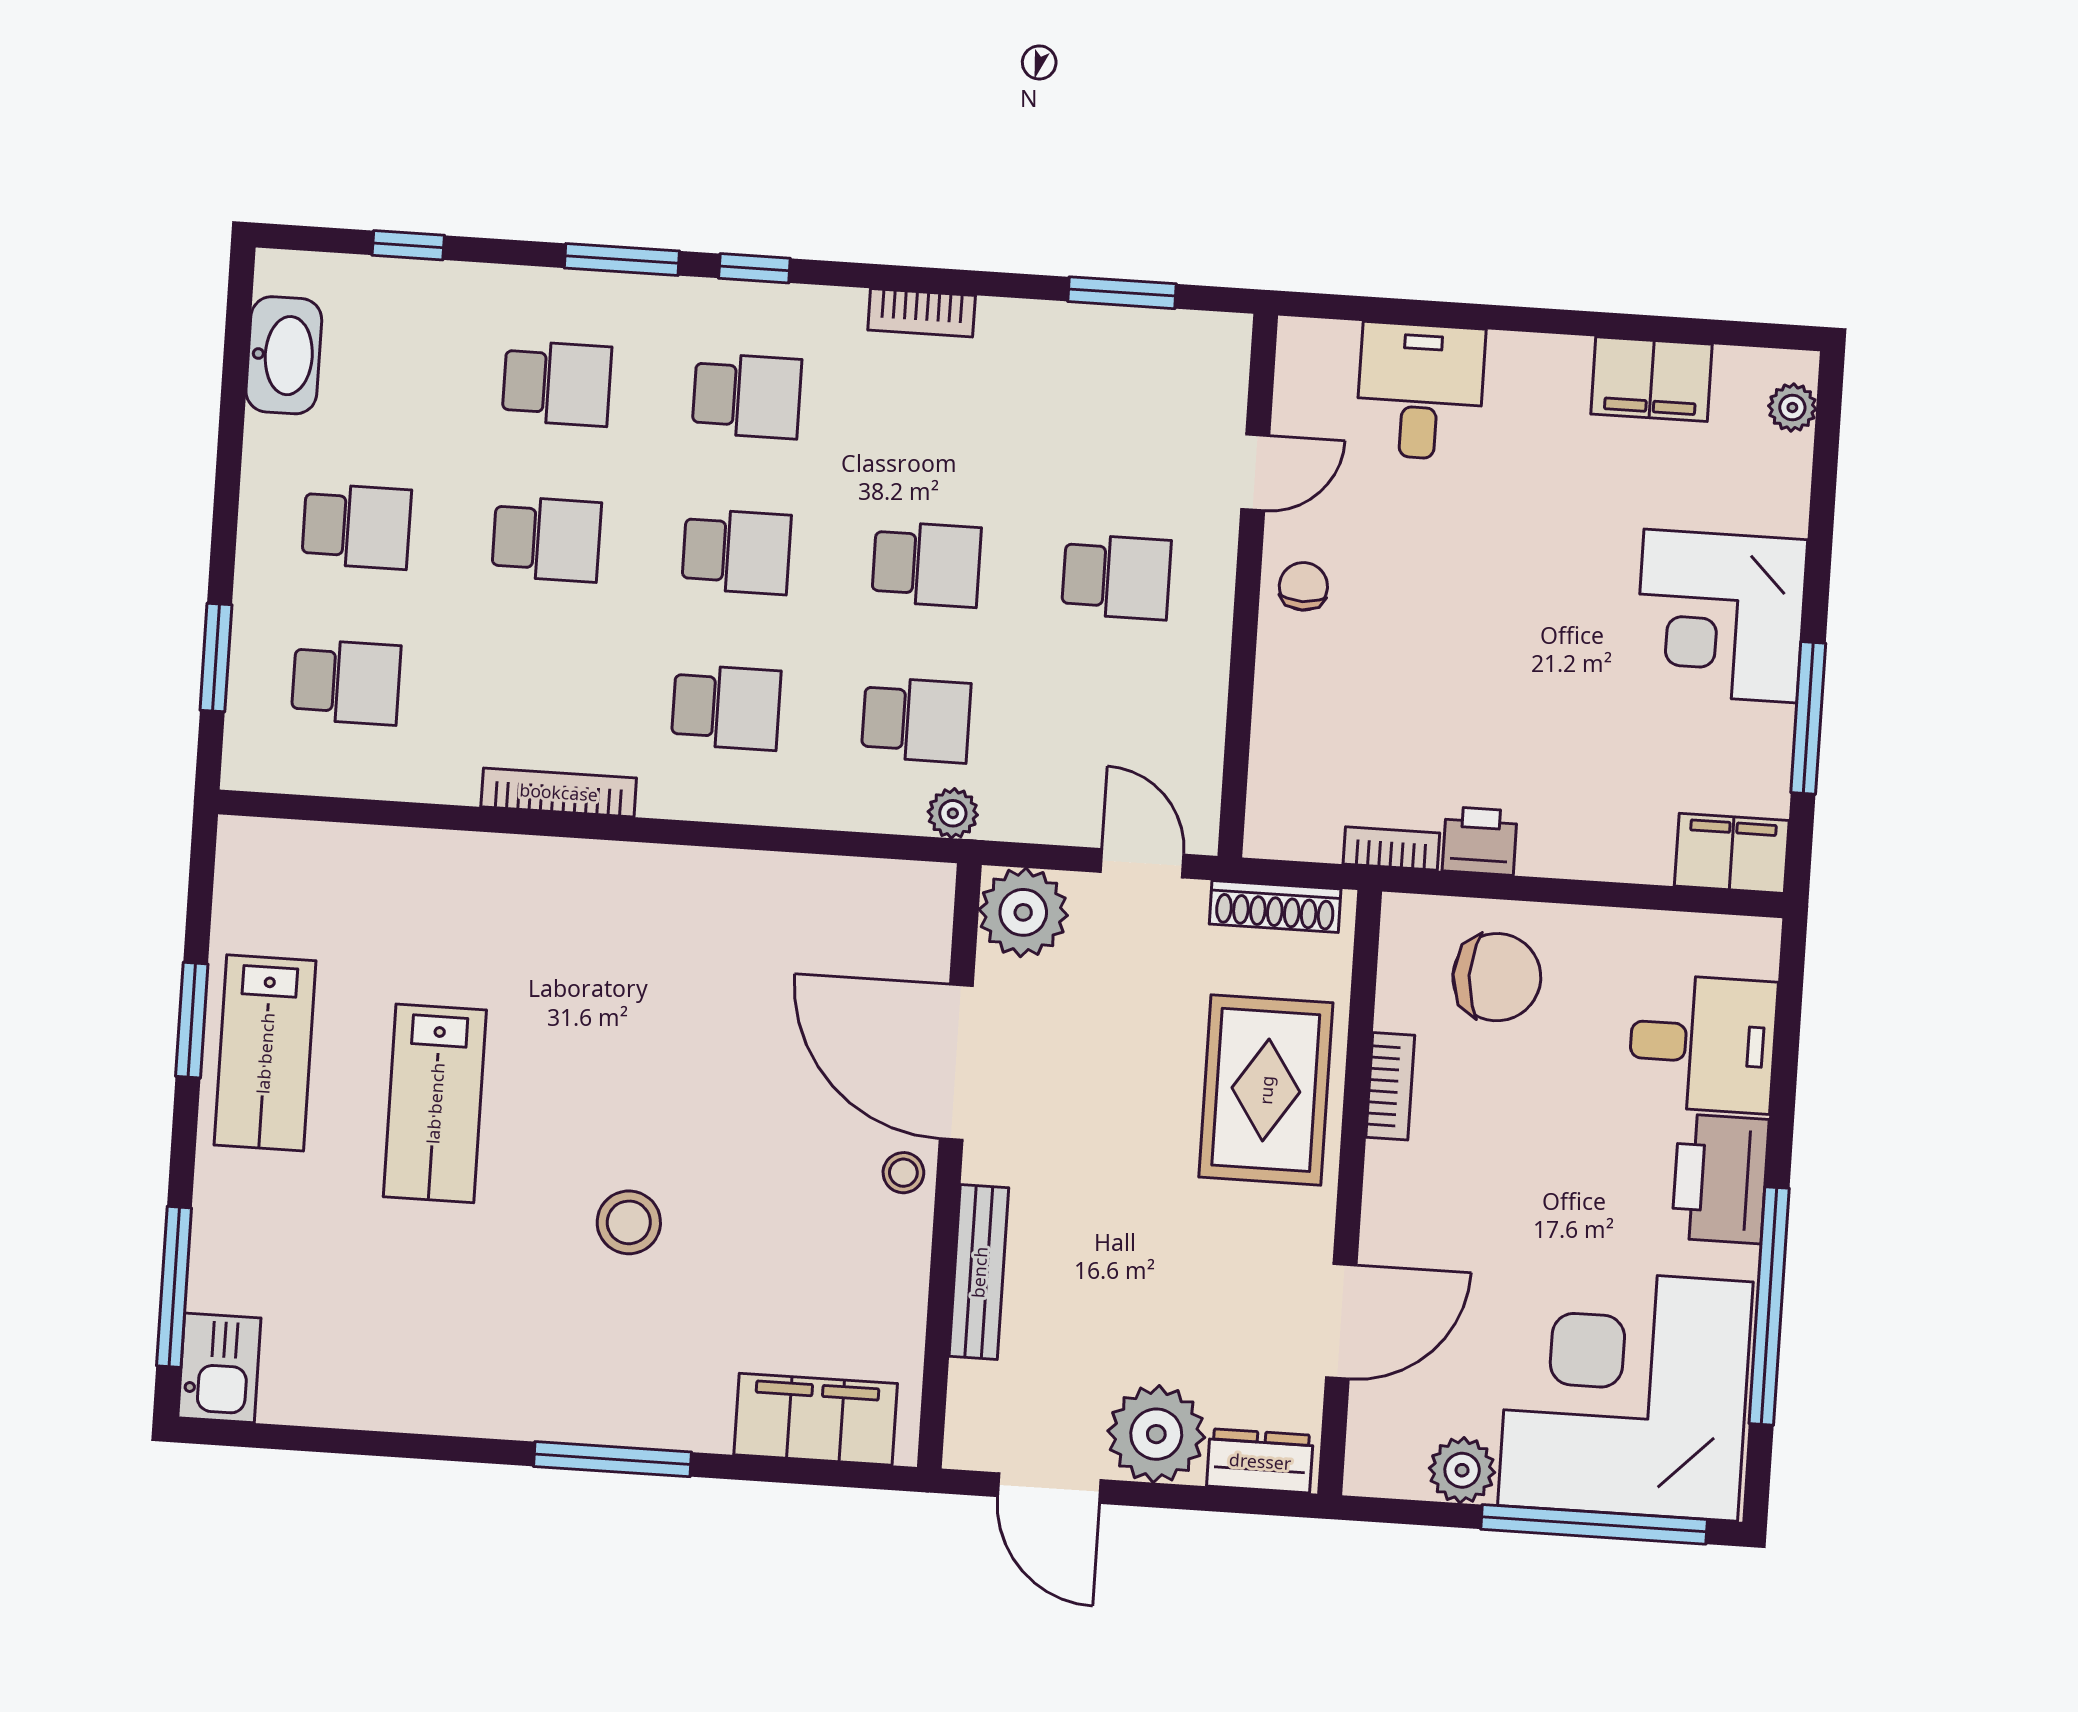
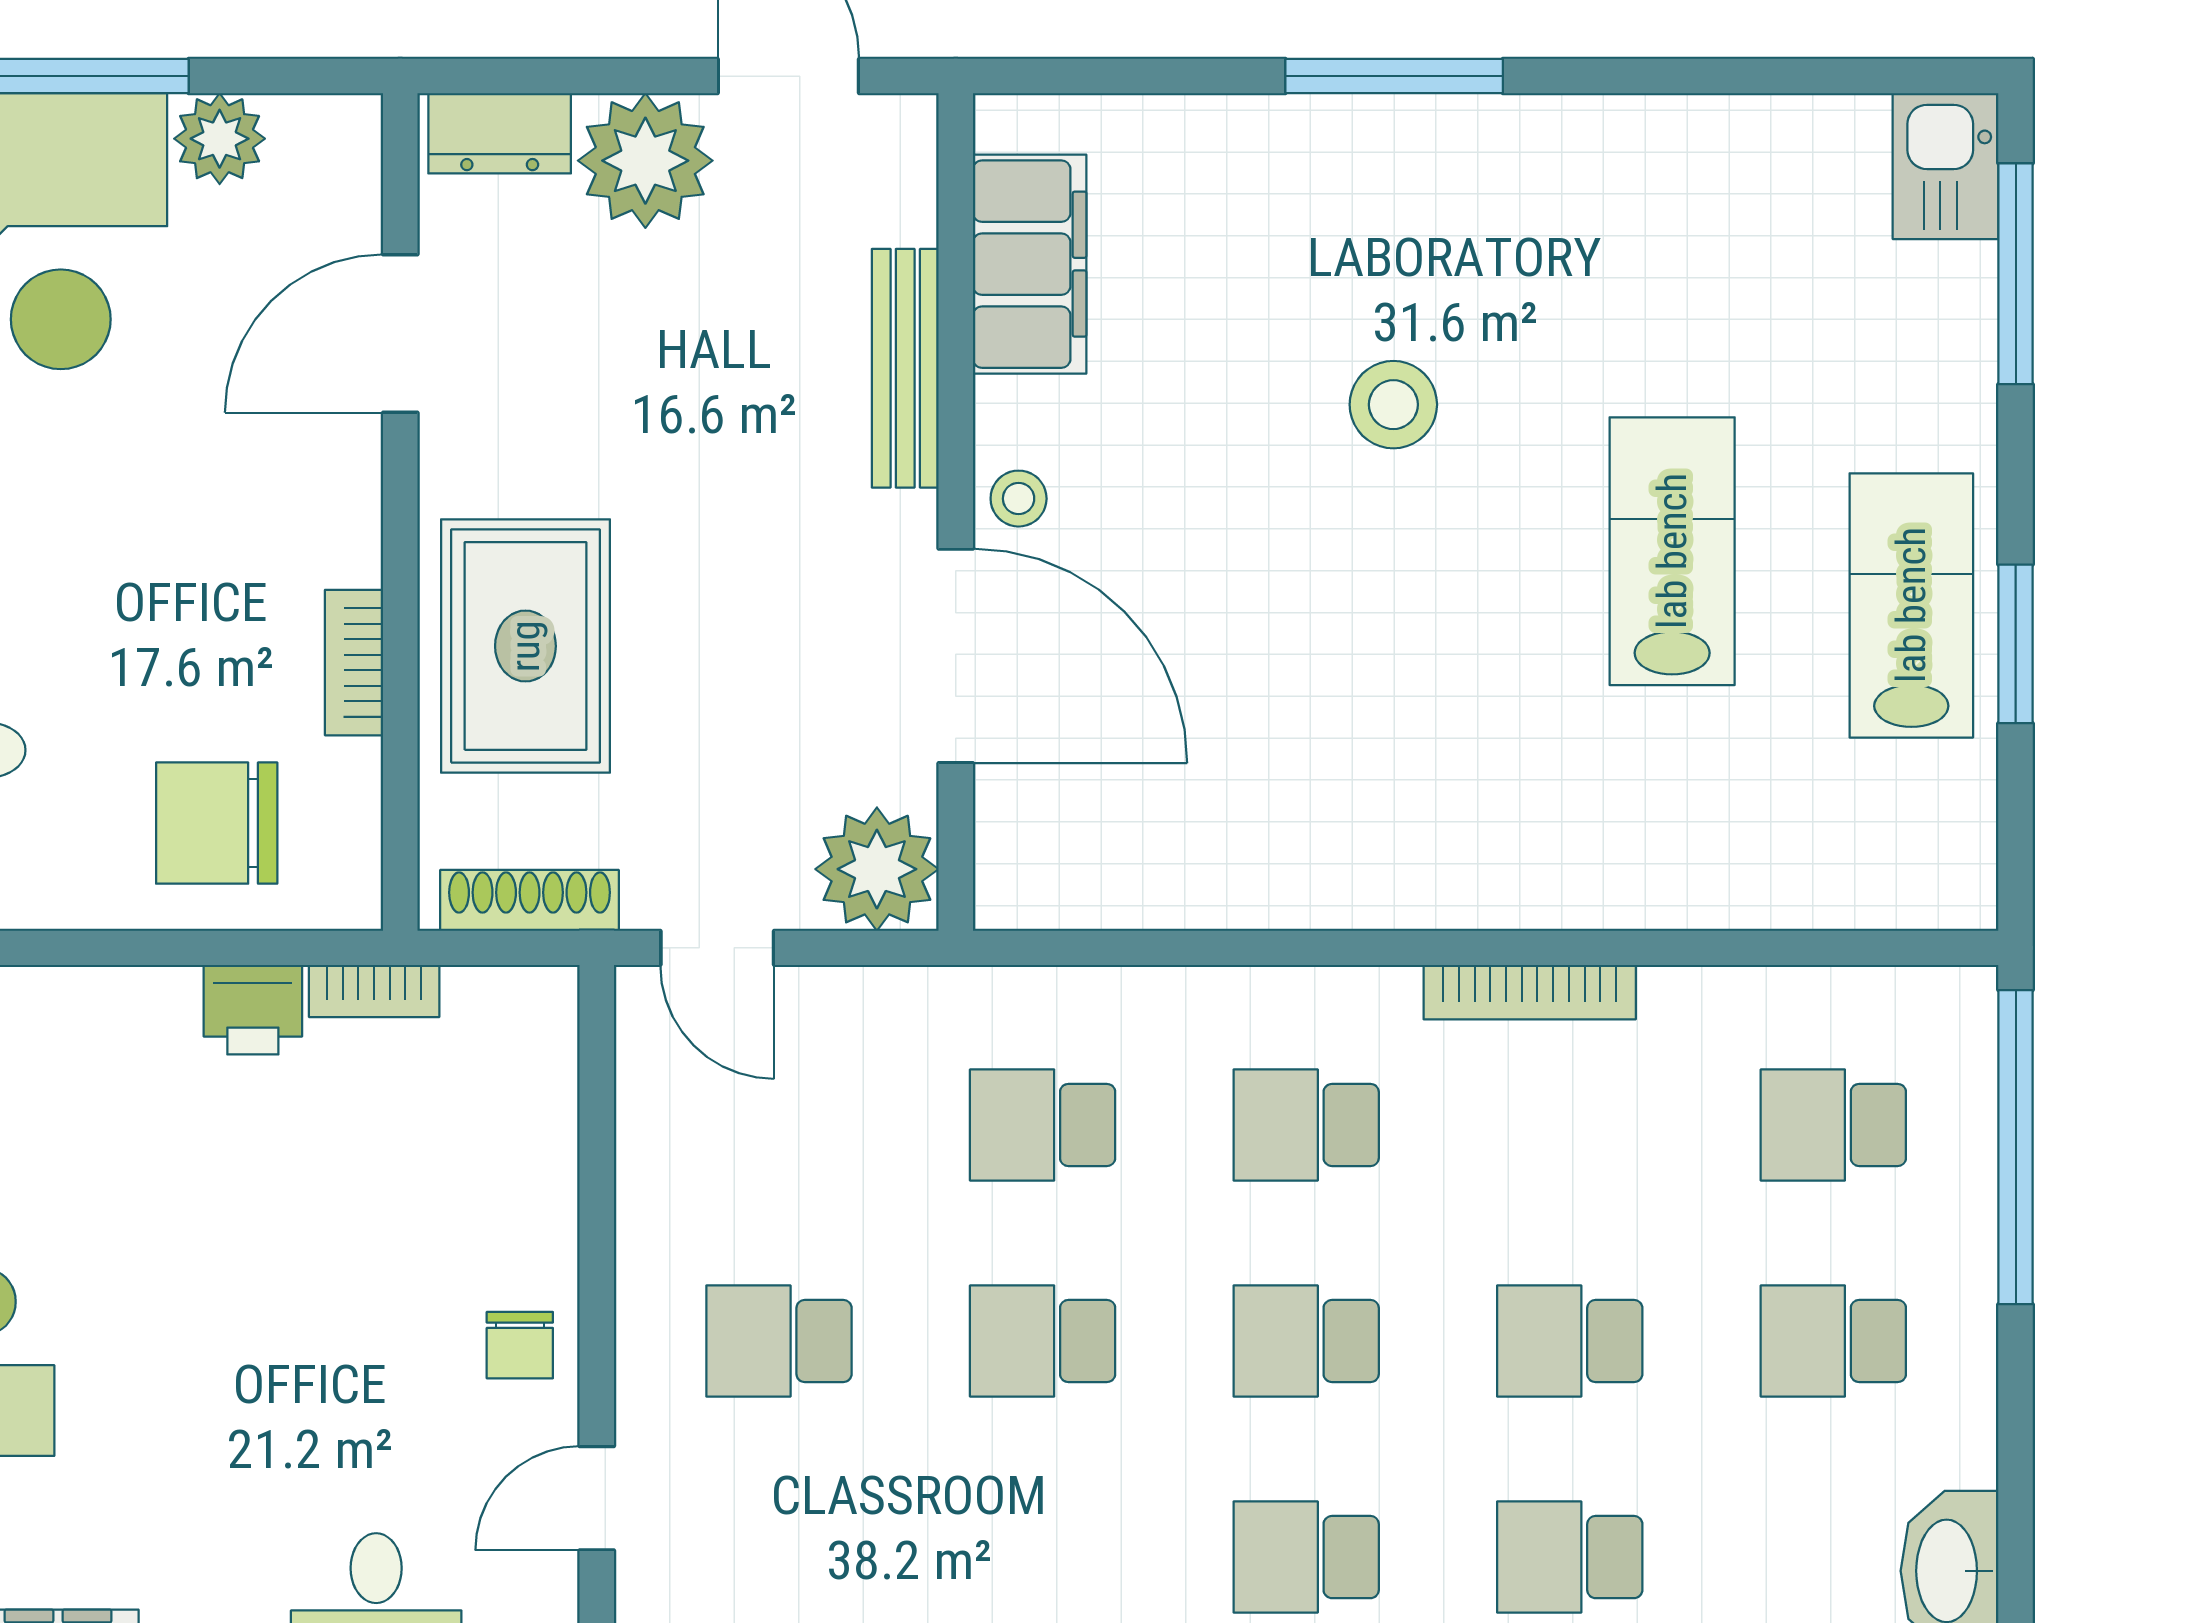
window: (216, 657) -> (2016, 1147), width x2.11
plant: (953, 813) -> (983, 999), removed
filing cabinet: (816, 1419) -> (1030, 264), moved, turned -90

